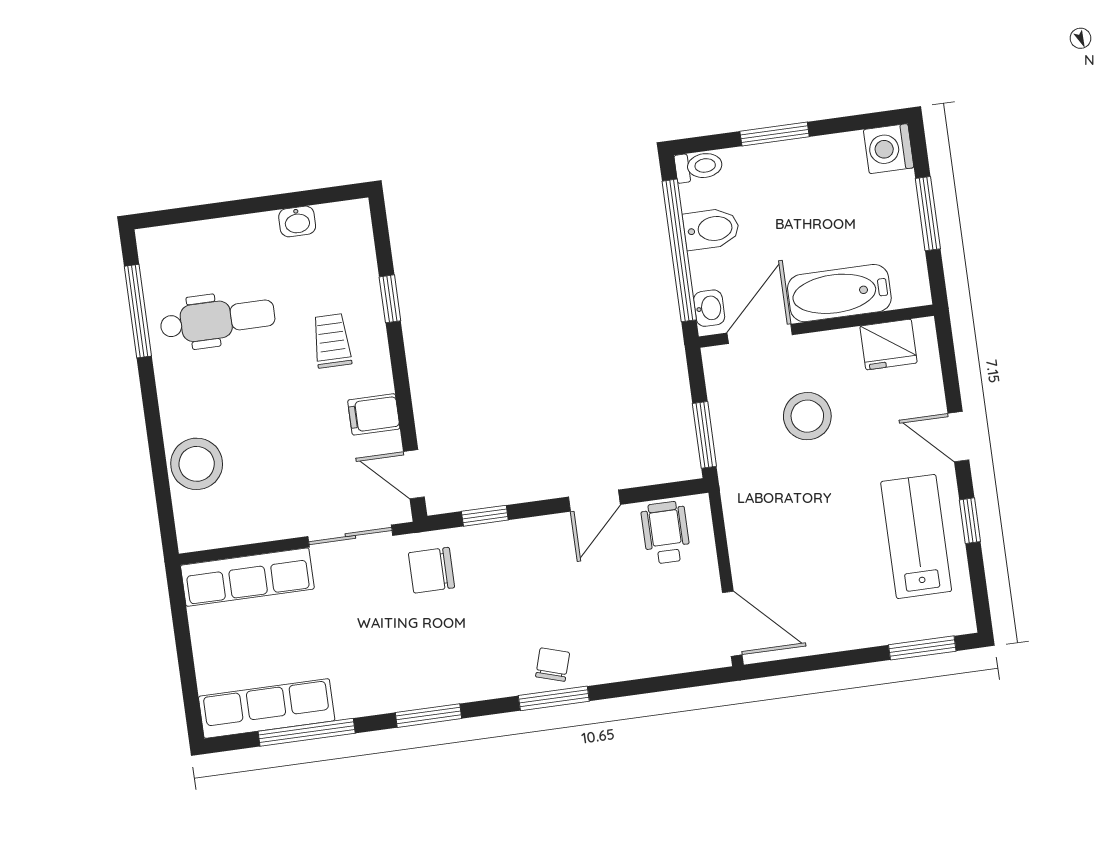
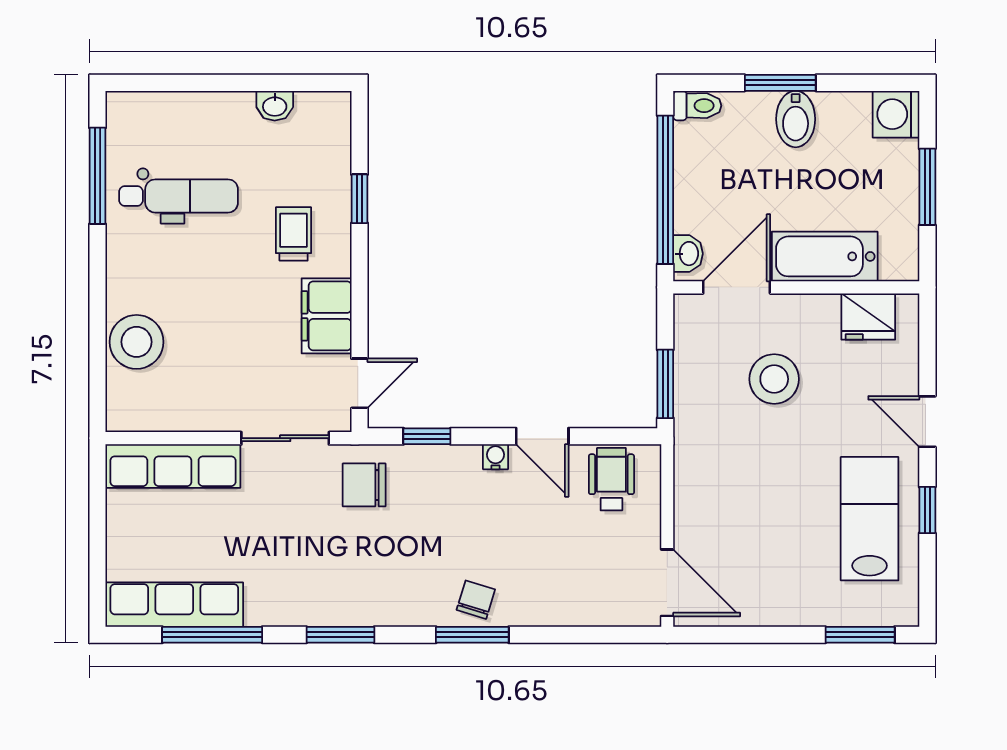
bidet: (711, 229) -> (796, 119), moved, turned 90
filing cabinet: (374, 414) -> (327, 316), width x2.00
door: (414, 474) -> (360, 383), swing flipped
door: (594, 501) -> (542, 436), hinge flipped
water cooler: (553, 526) -> (496, 457), added

